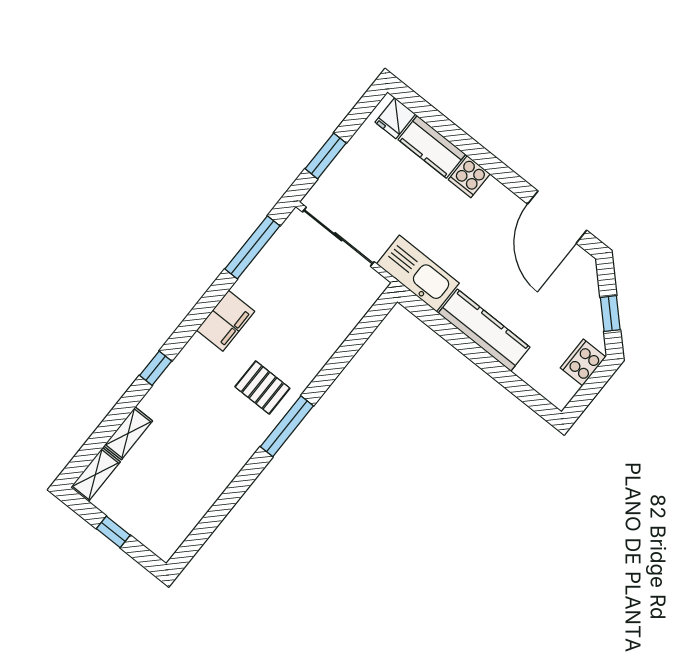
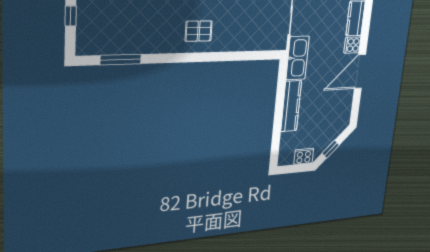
door: (557, 217) -> (360, 72), moved
pallet: (262, 387) -> (199, 31), turned 90
window: (287, 426) -> (121, 60), moved

